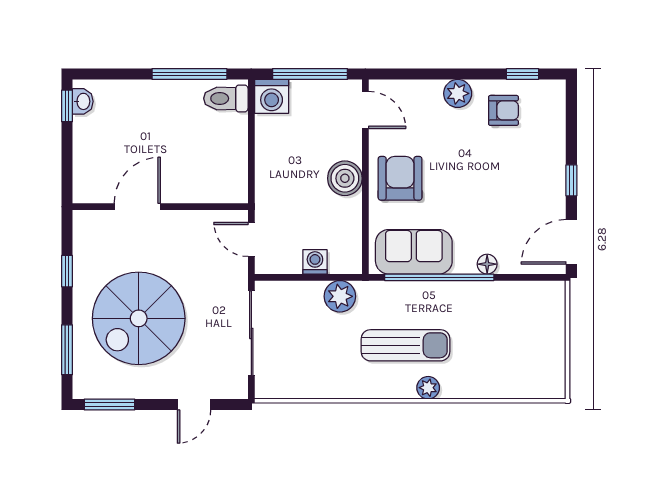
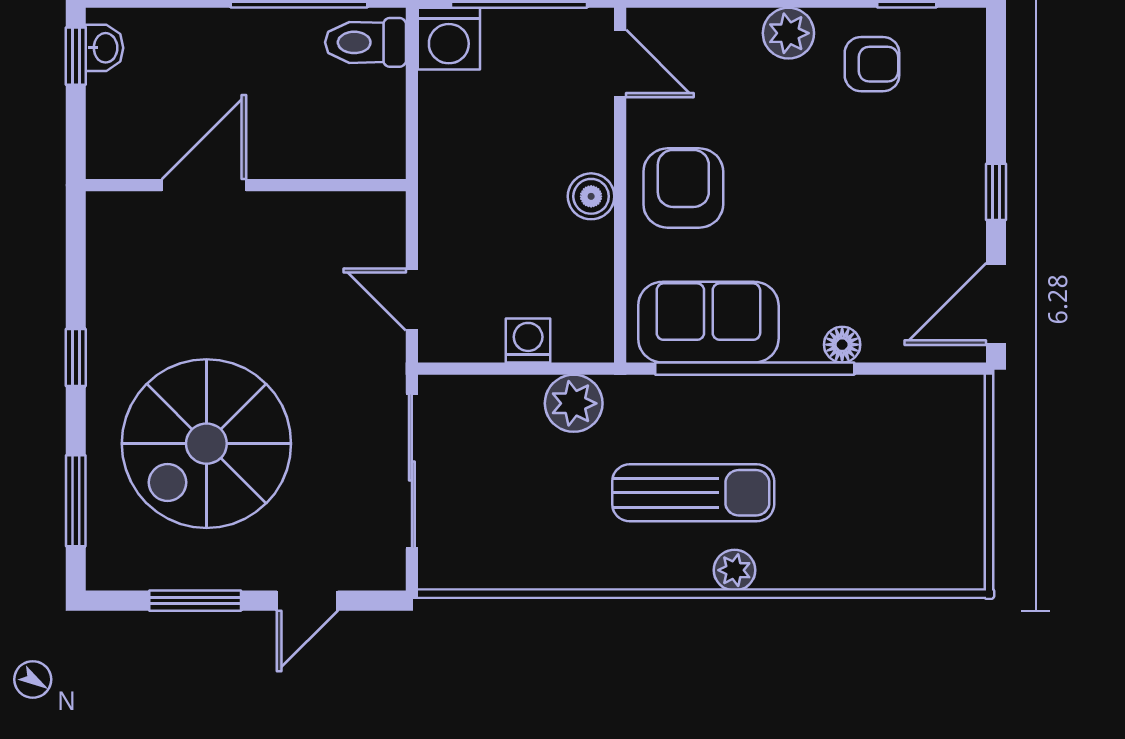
boiler: (345, 178) -> (591, 196), width x0.73, depth x0.73
door: (137, 207) -> (204, 185), moved
wall: (160, 207) -> (246, 185), moved
window: (110, 404) -> (195, 601), moved

